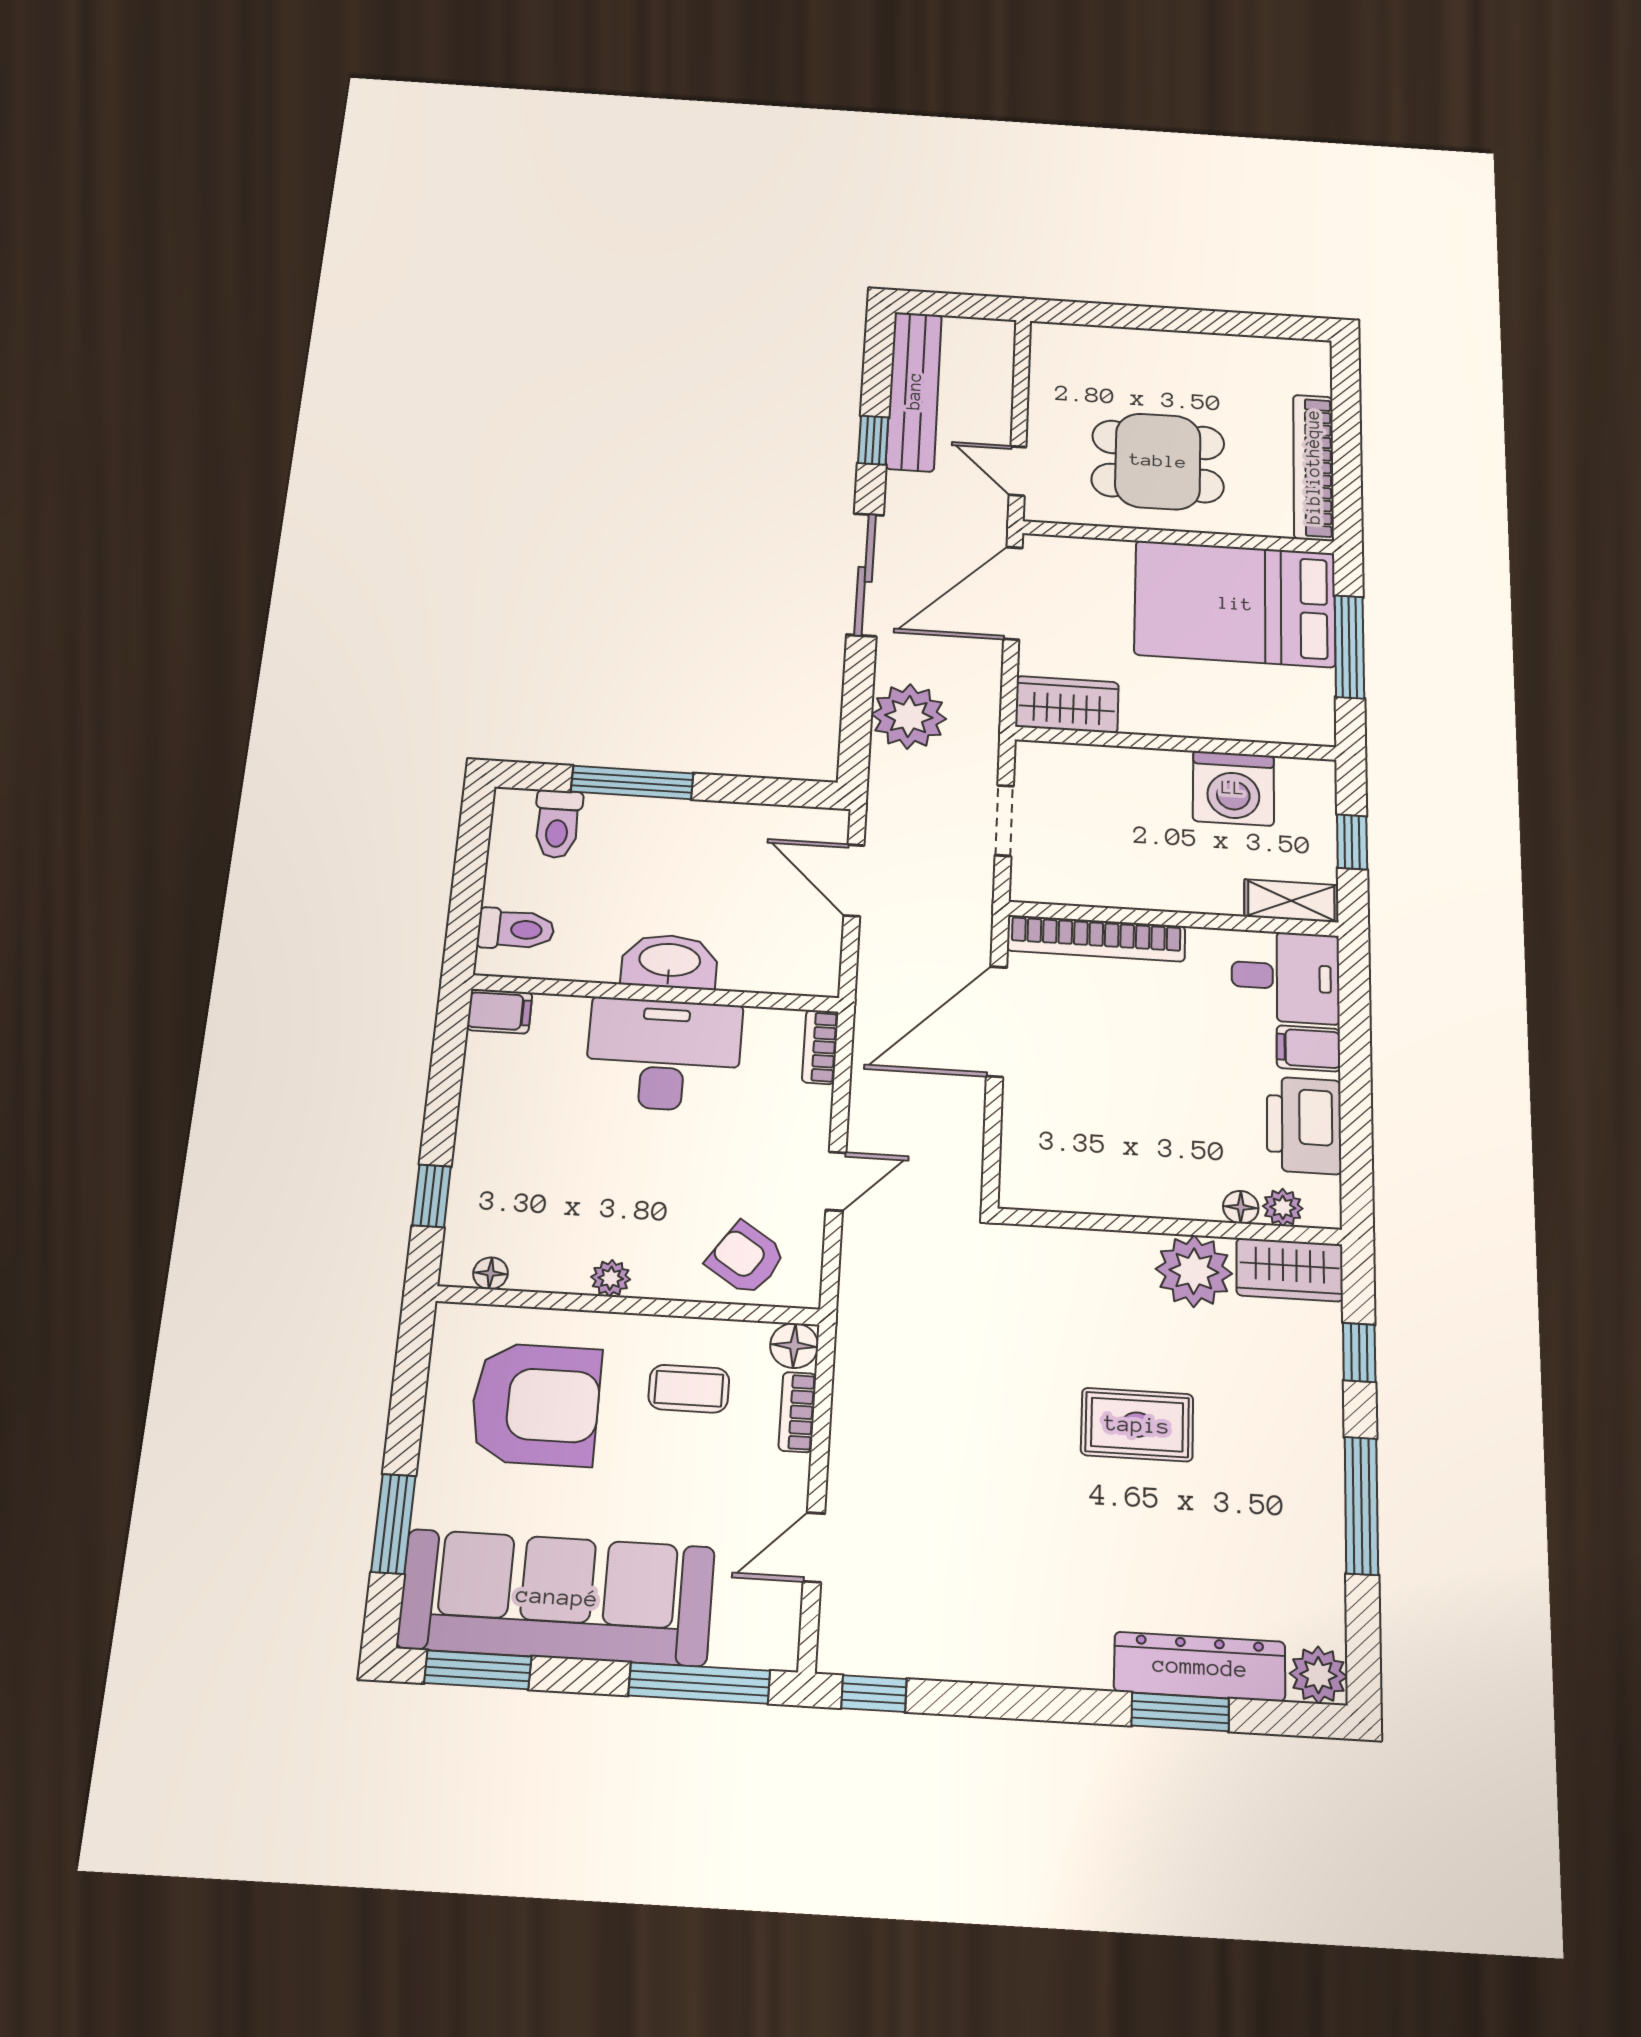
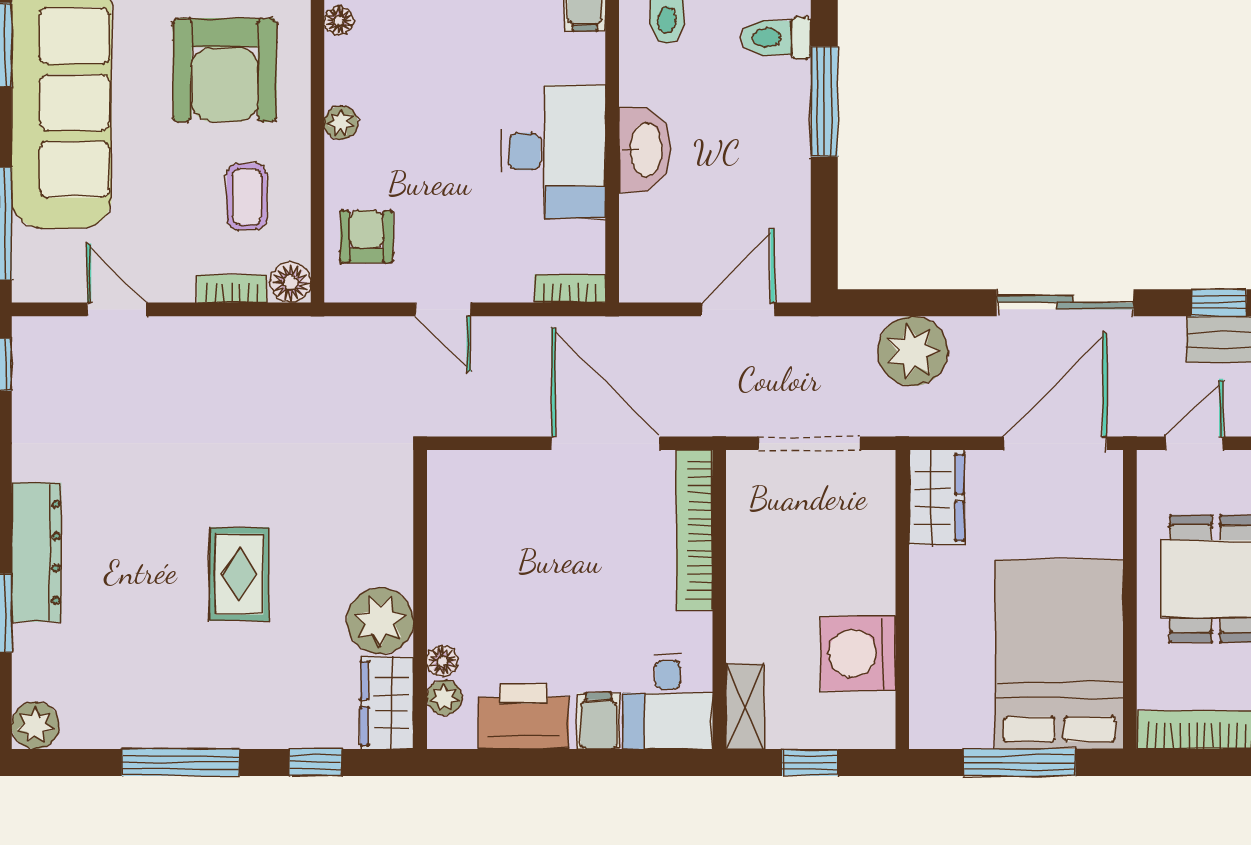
door: (1013, 593) -> (1055, 443), hinge flipped
doorway: (1004, 821) -> (809, 443), width x1.38
armchair: (746, 1259) -> (366, 237), turned -34
dresser: (1200, 1667) -> (37, 552), moved

